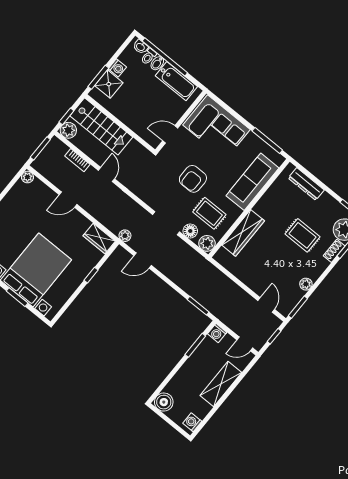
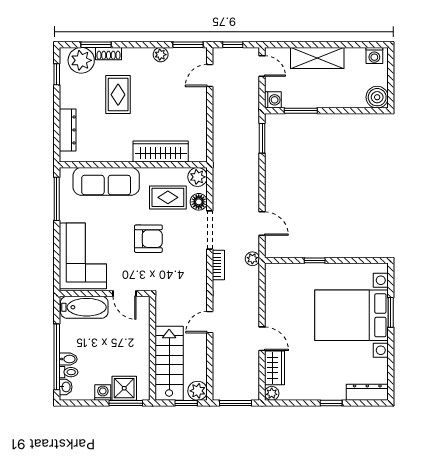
bathtub: (176, 81) -> (84, 307), moved, turned 90
bookcase: (77, 160) -> (218, 265), moved
rug: (209, 213) -> (168, 197), turned 90
wardrobe: (99, 238) -> (274, 368), moved

